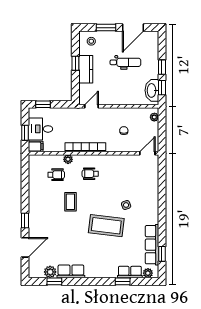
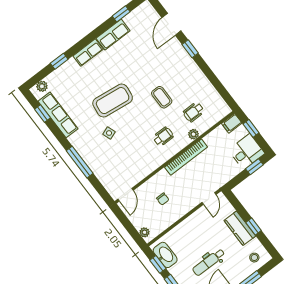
desk: (40, 129) -> (246, 152), moved
window: (162, 200) -> (80, 162), added
plant: (50, 272) -> (132, 20), removed
row of seats: (130, 272) -> (88, 53), moved

